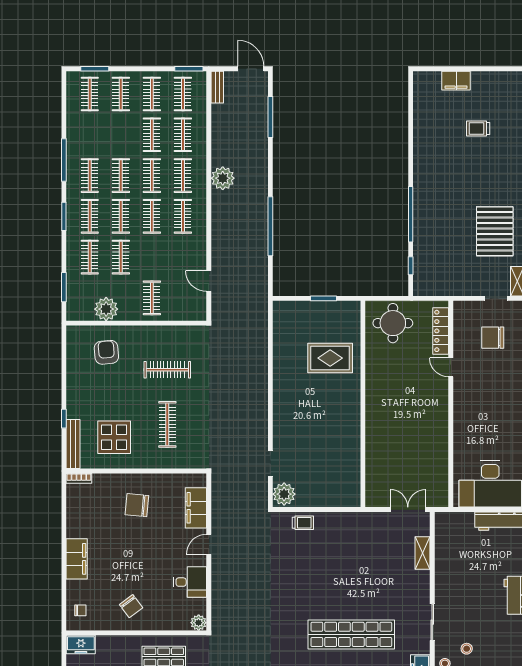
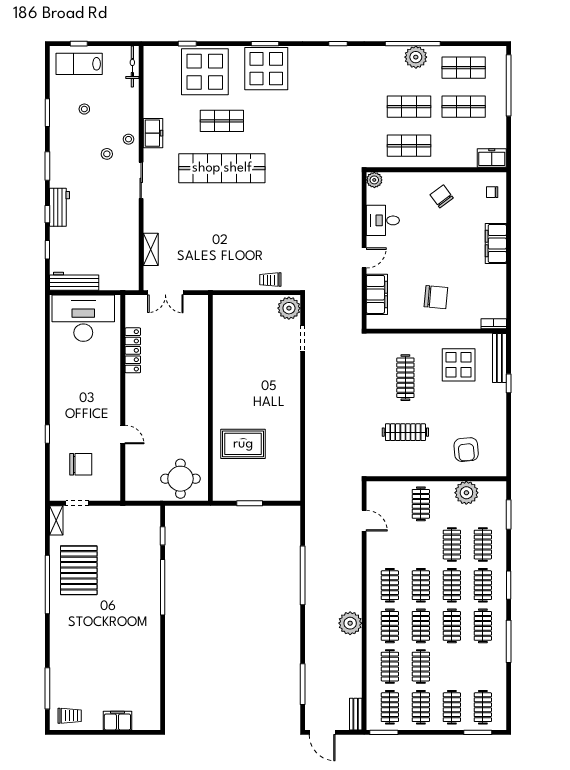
trolley: (478, 129) -> (70, 716), moved
locker: (441, 331) -> (133, 350), moved

